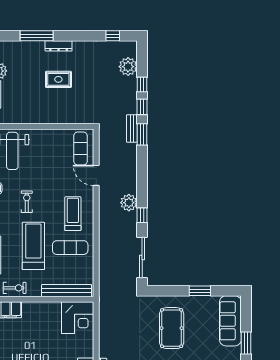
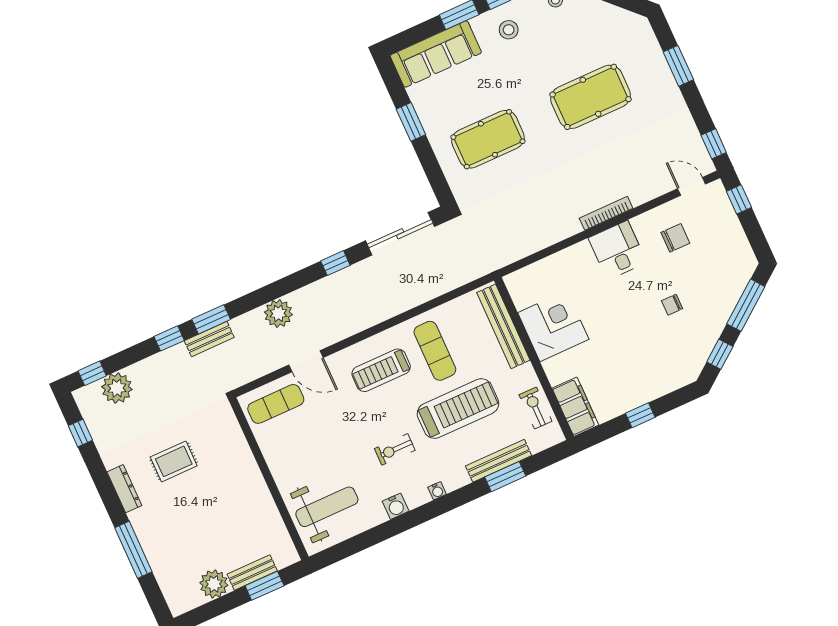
dresser: (59, 46) -> (124, 489), moved
rug: (58, 79) -> (174, 461), moved, turned 90
window: (142, 84) -> (92, 373), moved
door: (96, 175) -> (306, 361), hinge flipped
plant: (129, 203) -> (278, 313), moved
treadmill: (33, 246) -> (458, 409), turned 180
corner desk: (78, 318) -> (553, 326), moved

